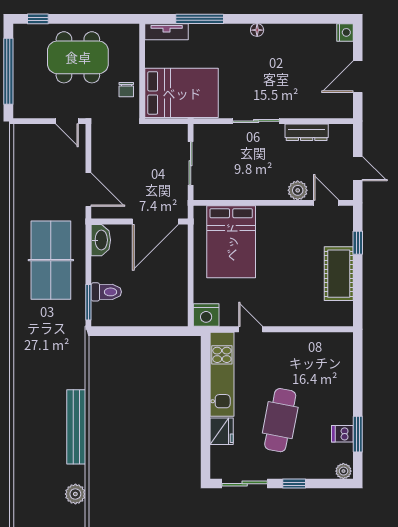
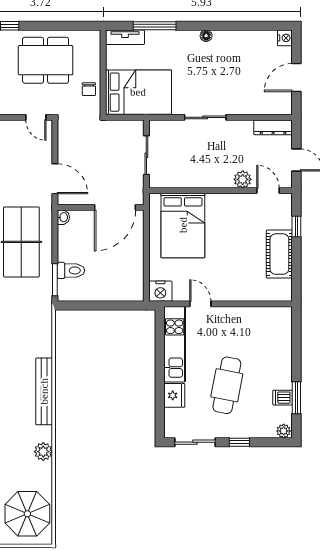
dresser: (307, 132) -> (273, 127), moved
washbasin: (101, 240) -> (63, 217), width x0.52, depth x0.69

